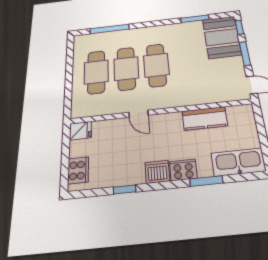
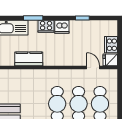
door: (139, 114) -> (93, 67), moved
cooker: (78, 170) -> (111, 45), moved

